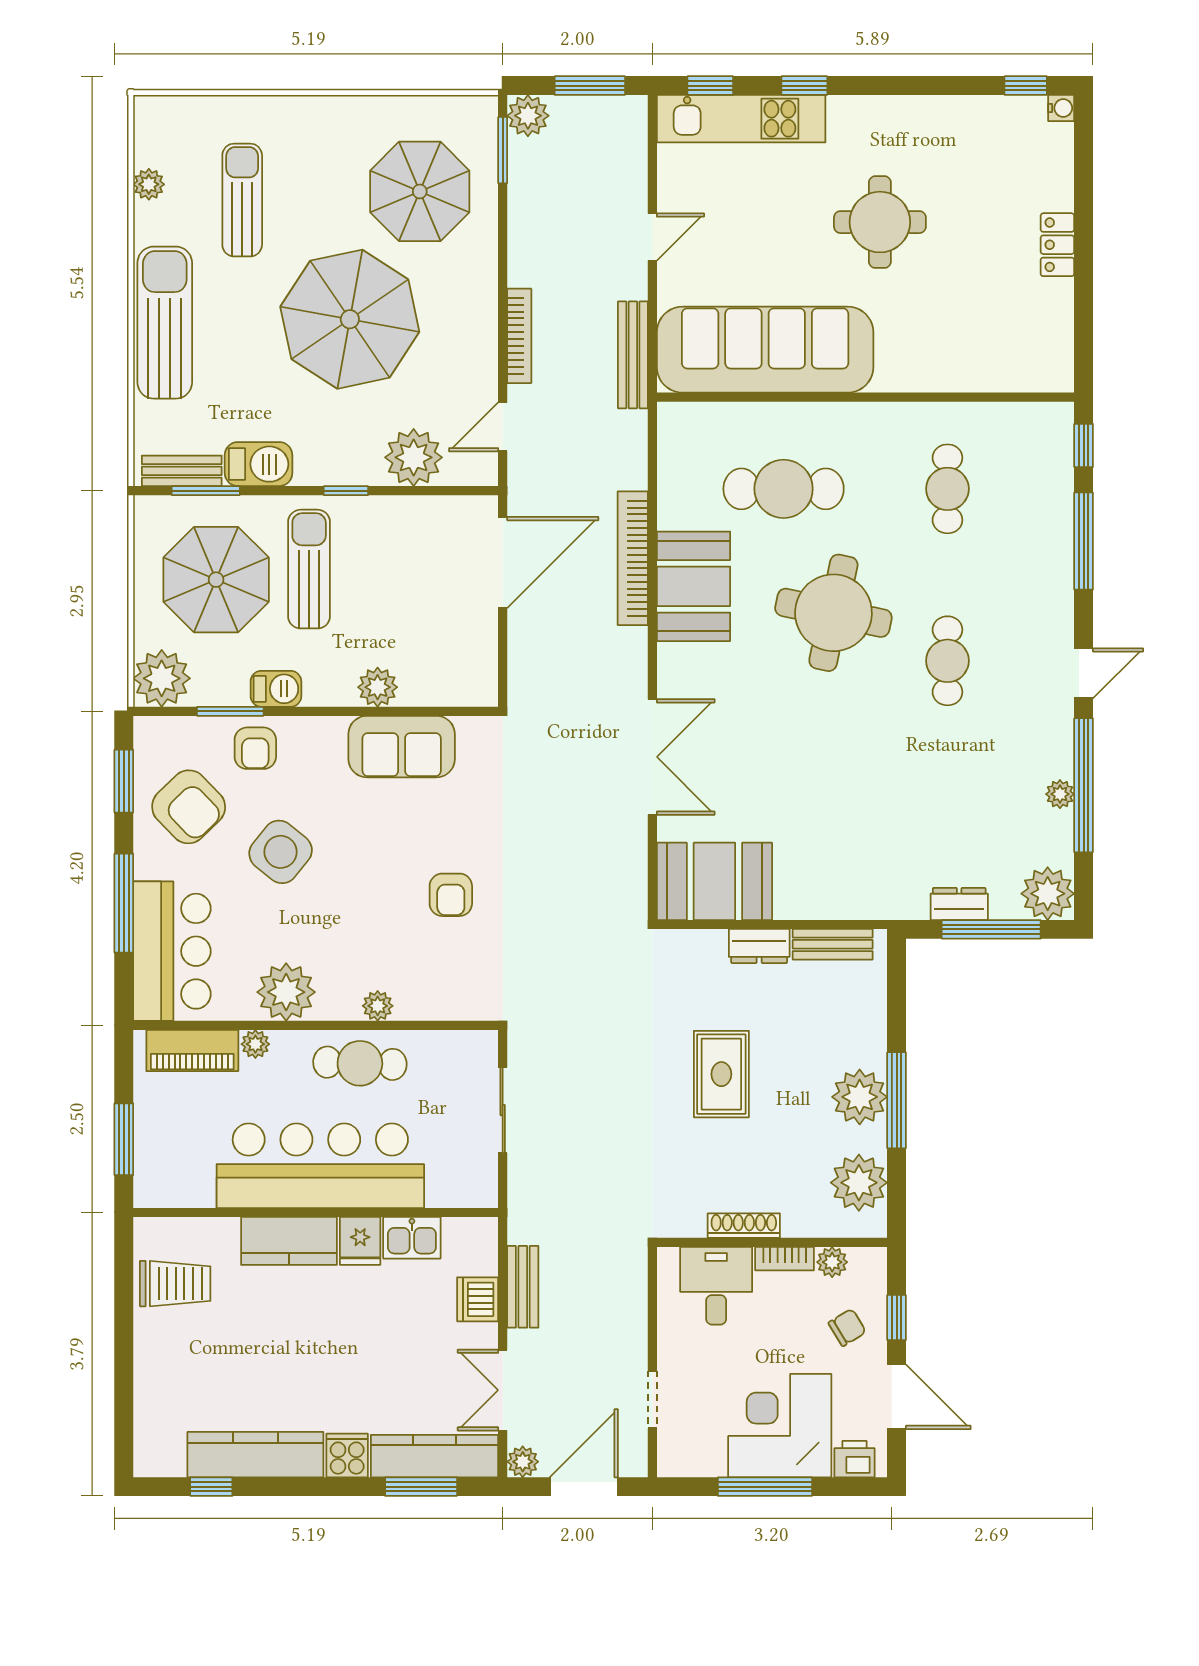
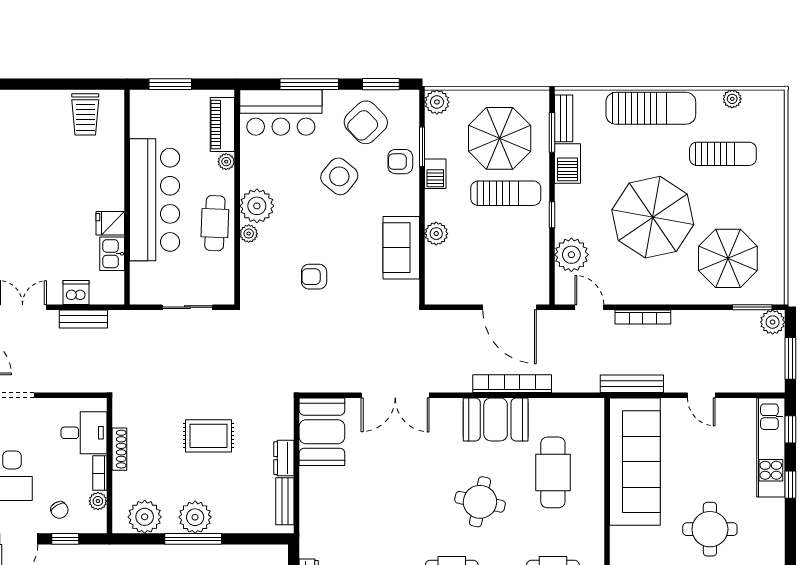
round table: (833, 613) -> (480, 502), width x0.73, depth x0.73
plant: (162, 678) -> (437, 102), width x0.73, depth x0.73
plant: (286, 992) -> (257, 206), moved
kitchen counter: (289, 1241) -> (110, 181), removed

